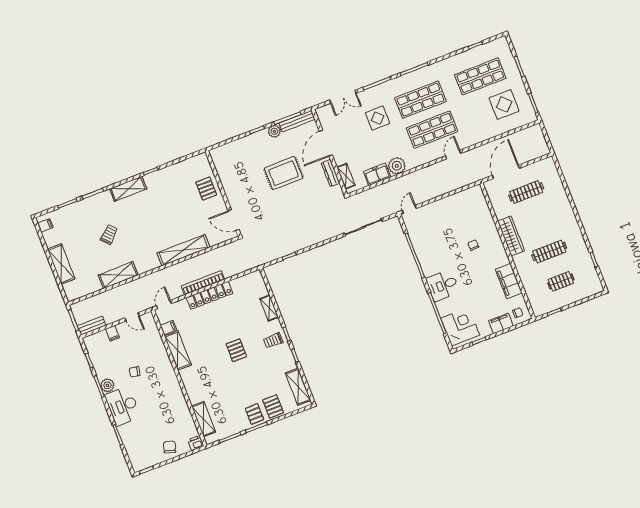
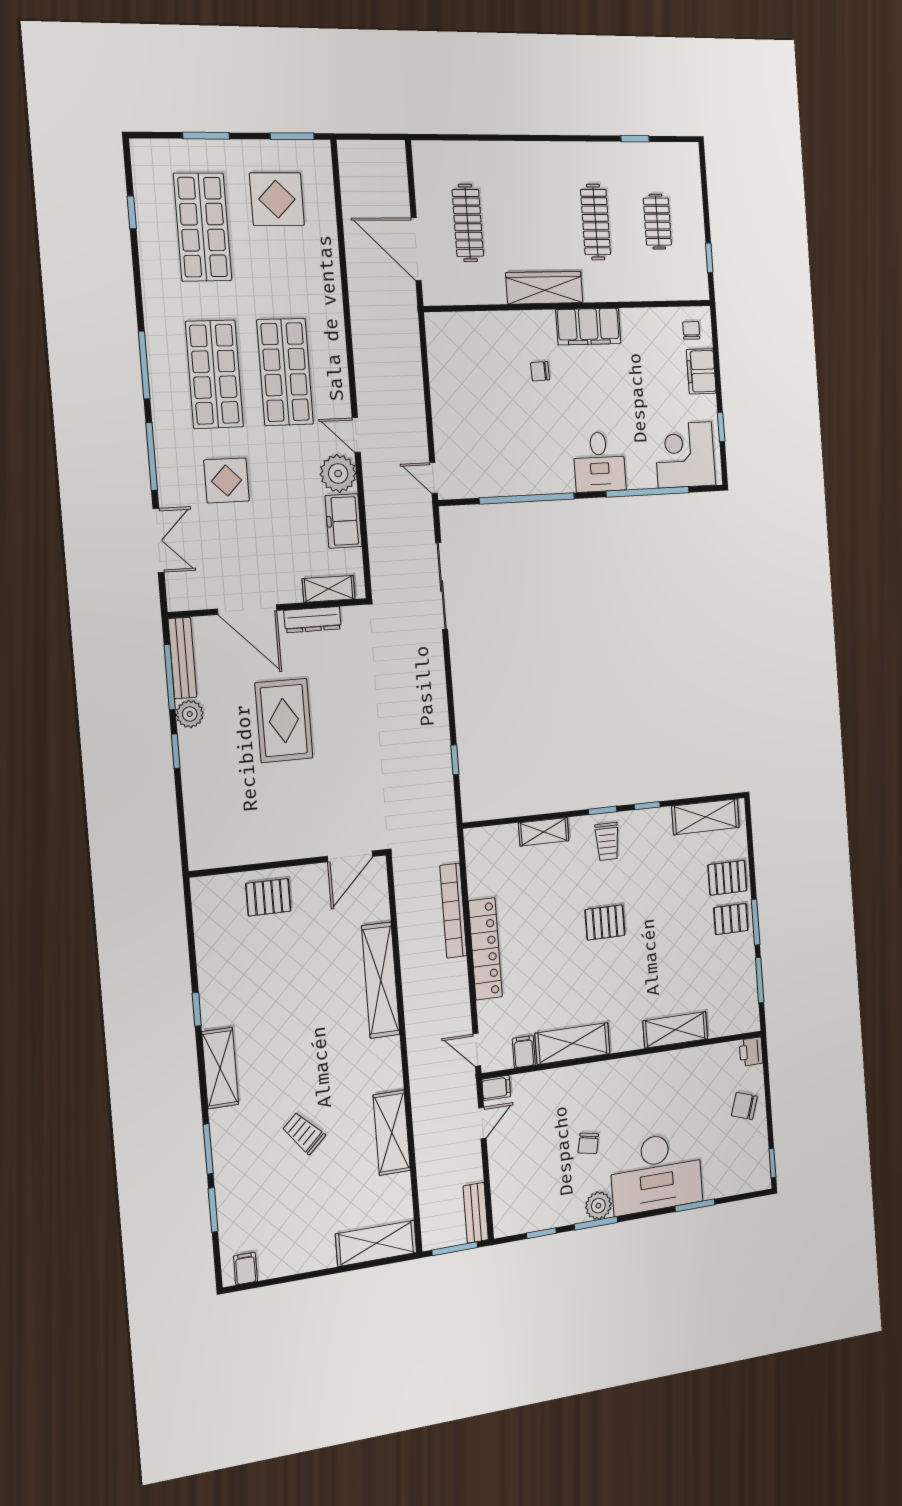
door: (453, 155) -> (356, 435), moved
shelving: (61, 264) -> (376, 1243), moved
filing cabinet: (509, 281) -> (588, 327), moved
bookcase: (203, 283) -> (453, 911), moved
filing cabinet: (113, 333) -> (496, 1088), moved
desk: (123, 406) -> (656, 1173), width x1.36, depth x1.30
shelving: (204, 419) -> (675, 1030), moved

